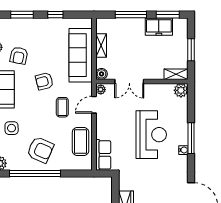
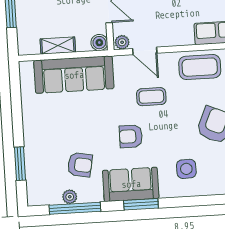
window: (55, 15) -> (17, 115), removed
armchair: (44, 81) -> (131, 136), moved, turned 104

